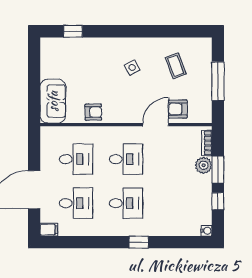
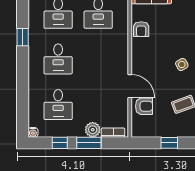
window: (218, 81) -> (169, 143), width x0.46
armchair: (178, 109) -> (144, 106), turned 90
desk: (126, 159) -> (58, 105), moved
window: (139, 242) -> (23, 37), moved

